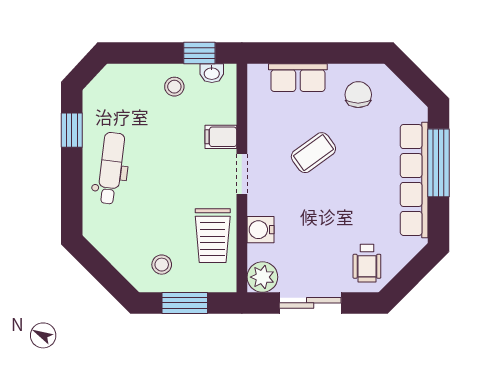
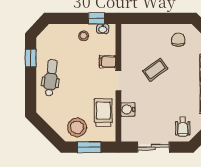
row of seats: (298, 78) -> (147, 31), removed
trolley: (213, 236) -> (103, 113), turned 180
stool: (162, 265) -> (77, 127), width x1.89, depth x1.89
plant: (262, 277) -> (129, 134), removed

